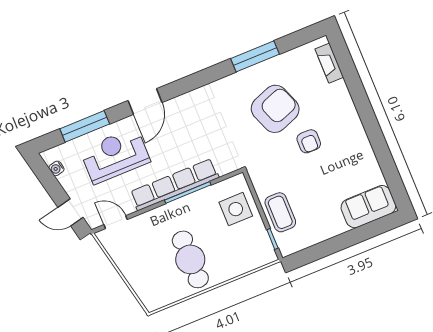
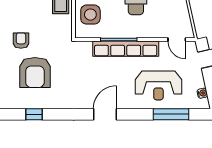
window: (255, 56) -> (34, 114), width x0.46
door: (145, 102) -> (105, 114), moved
armchair: (275, 109) -> (35, 72), turned -69

